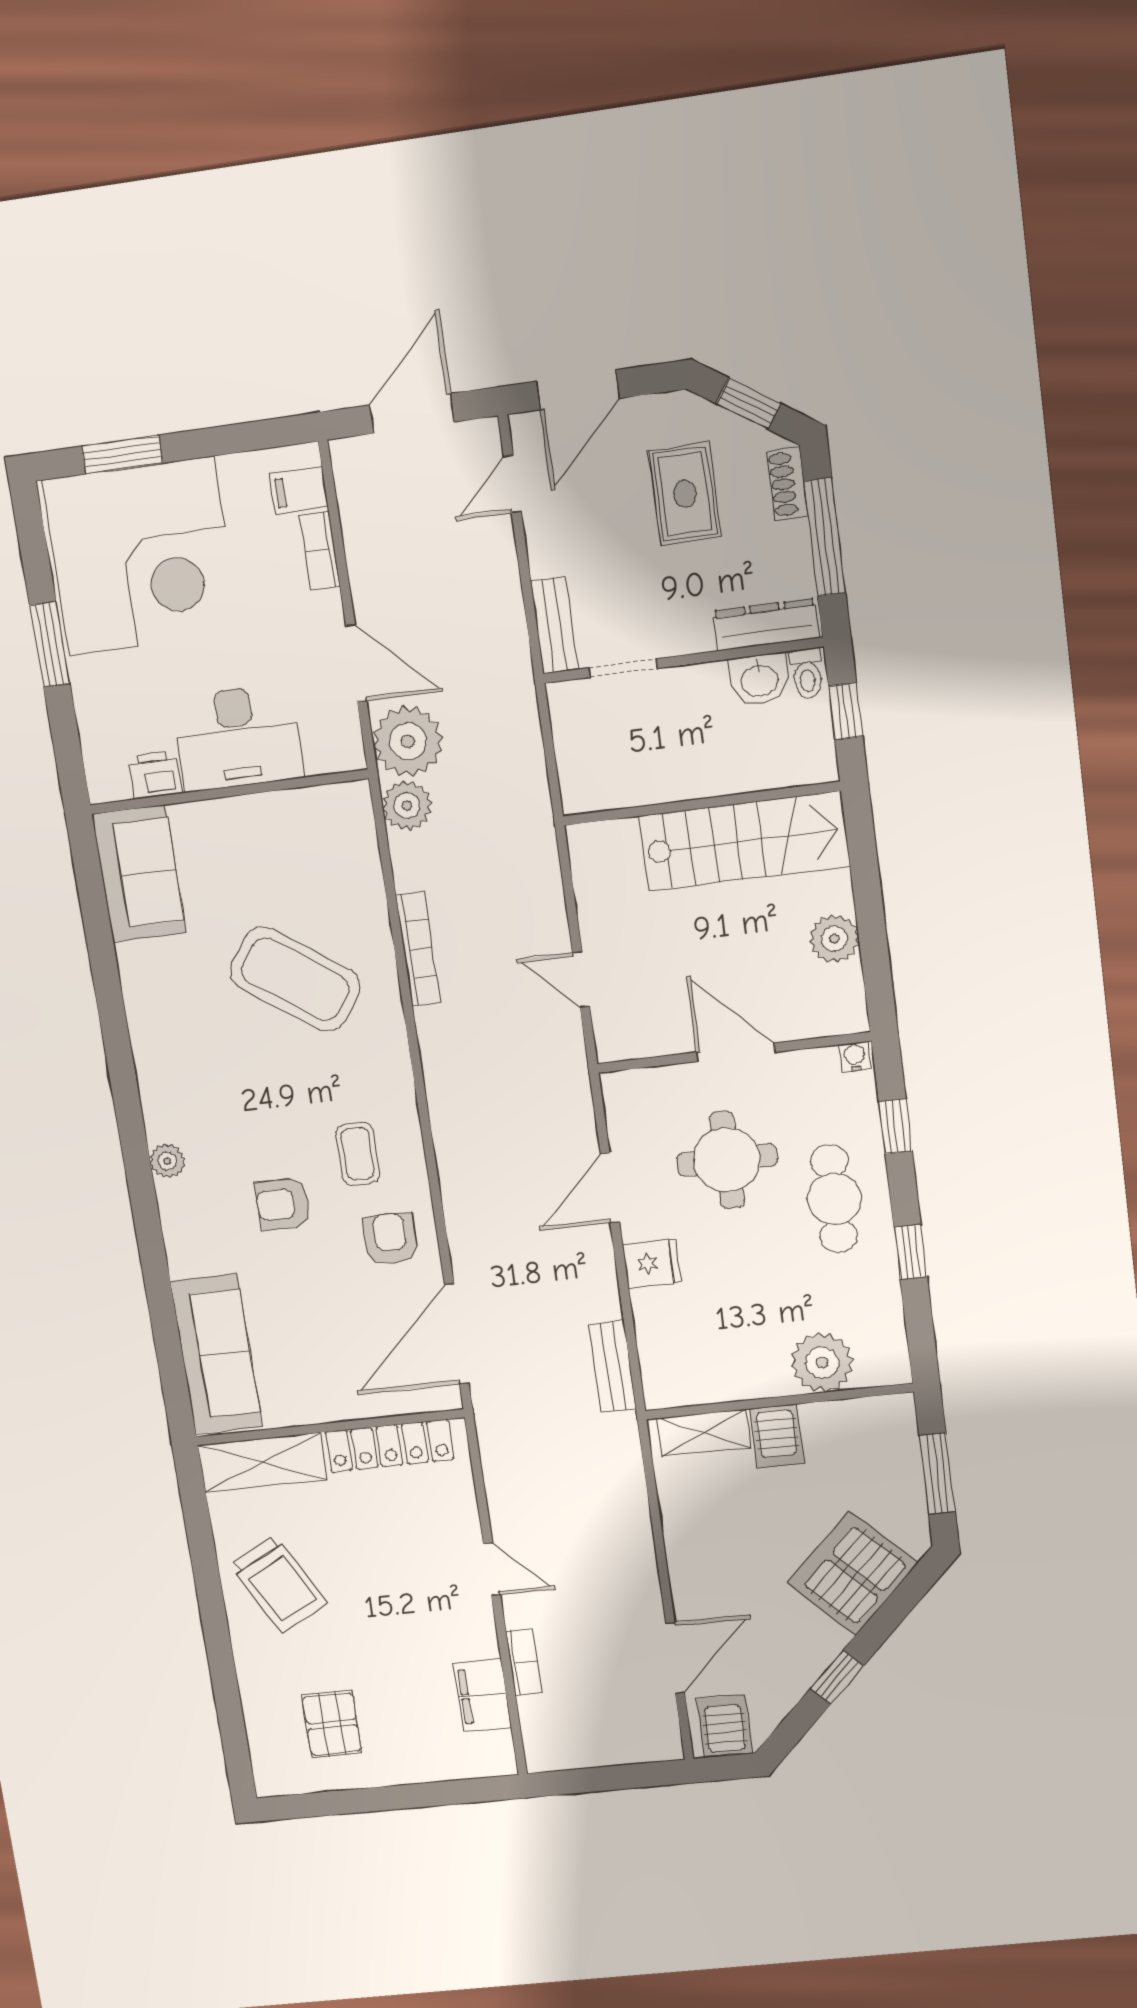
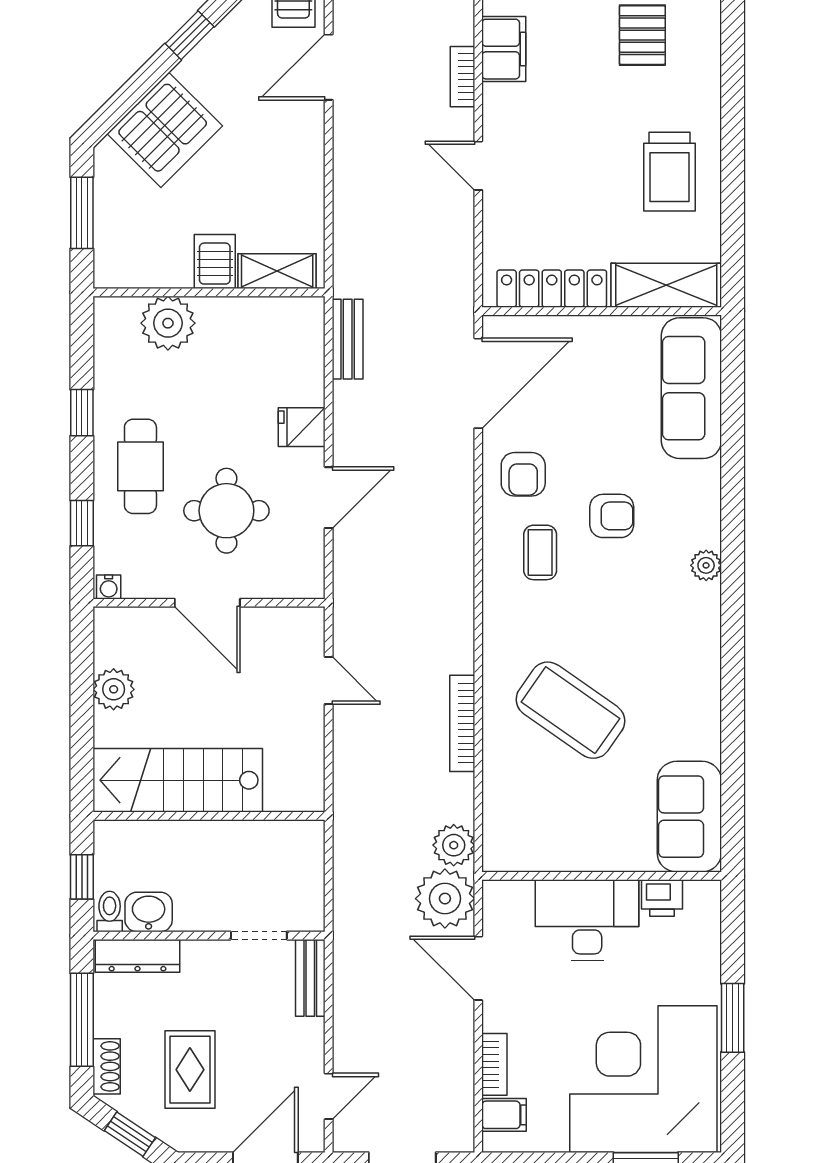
trolley: (279, 1584) -> (669, 172), turned -152

